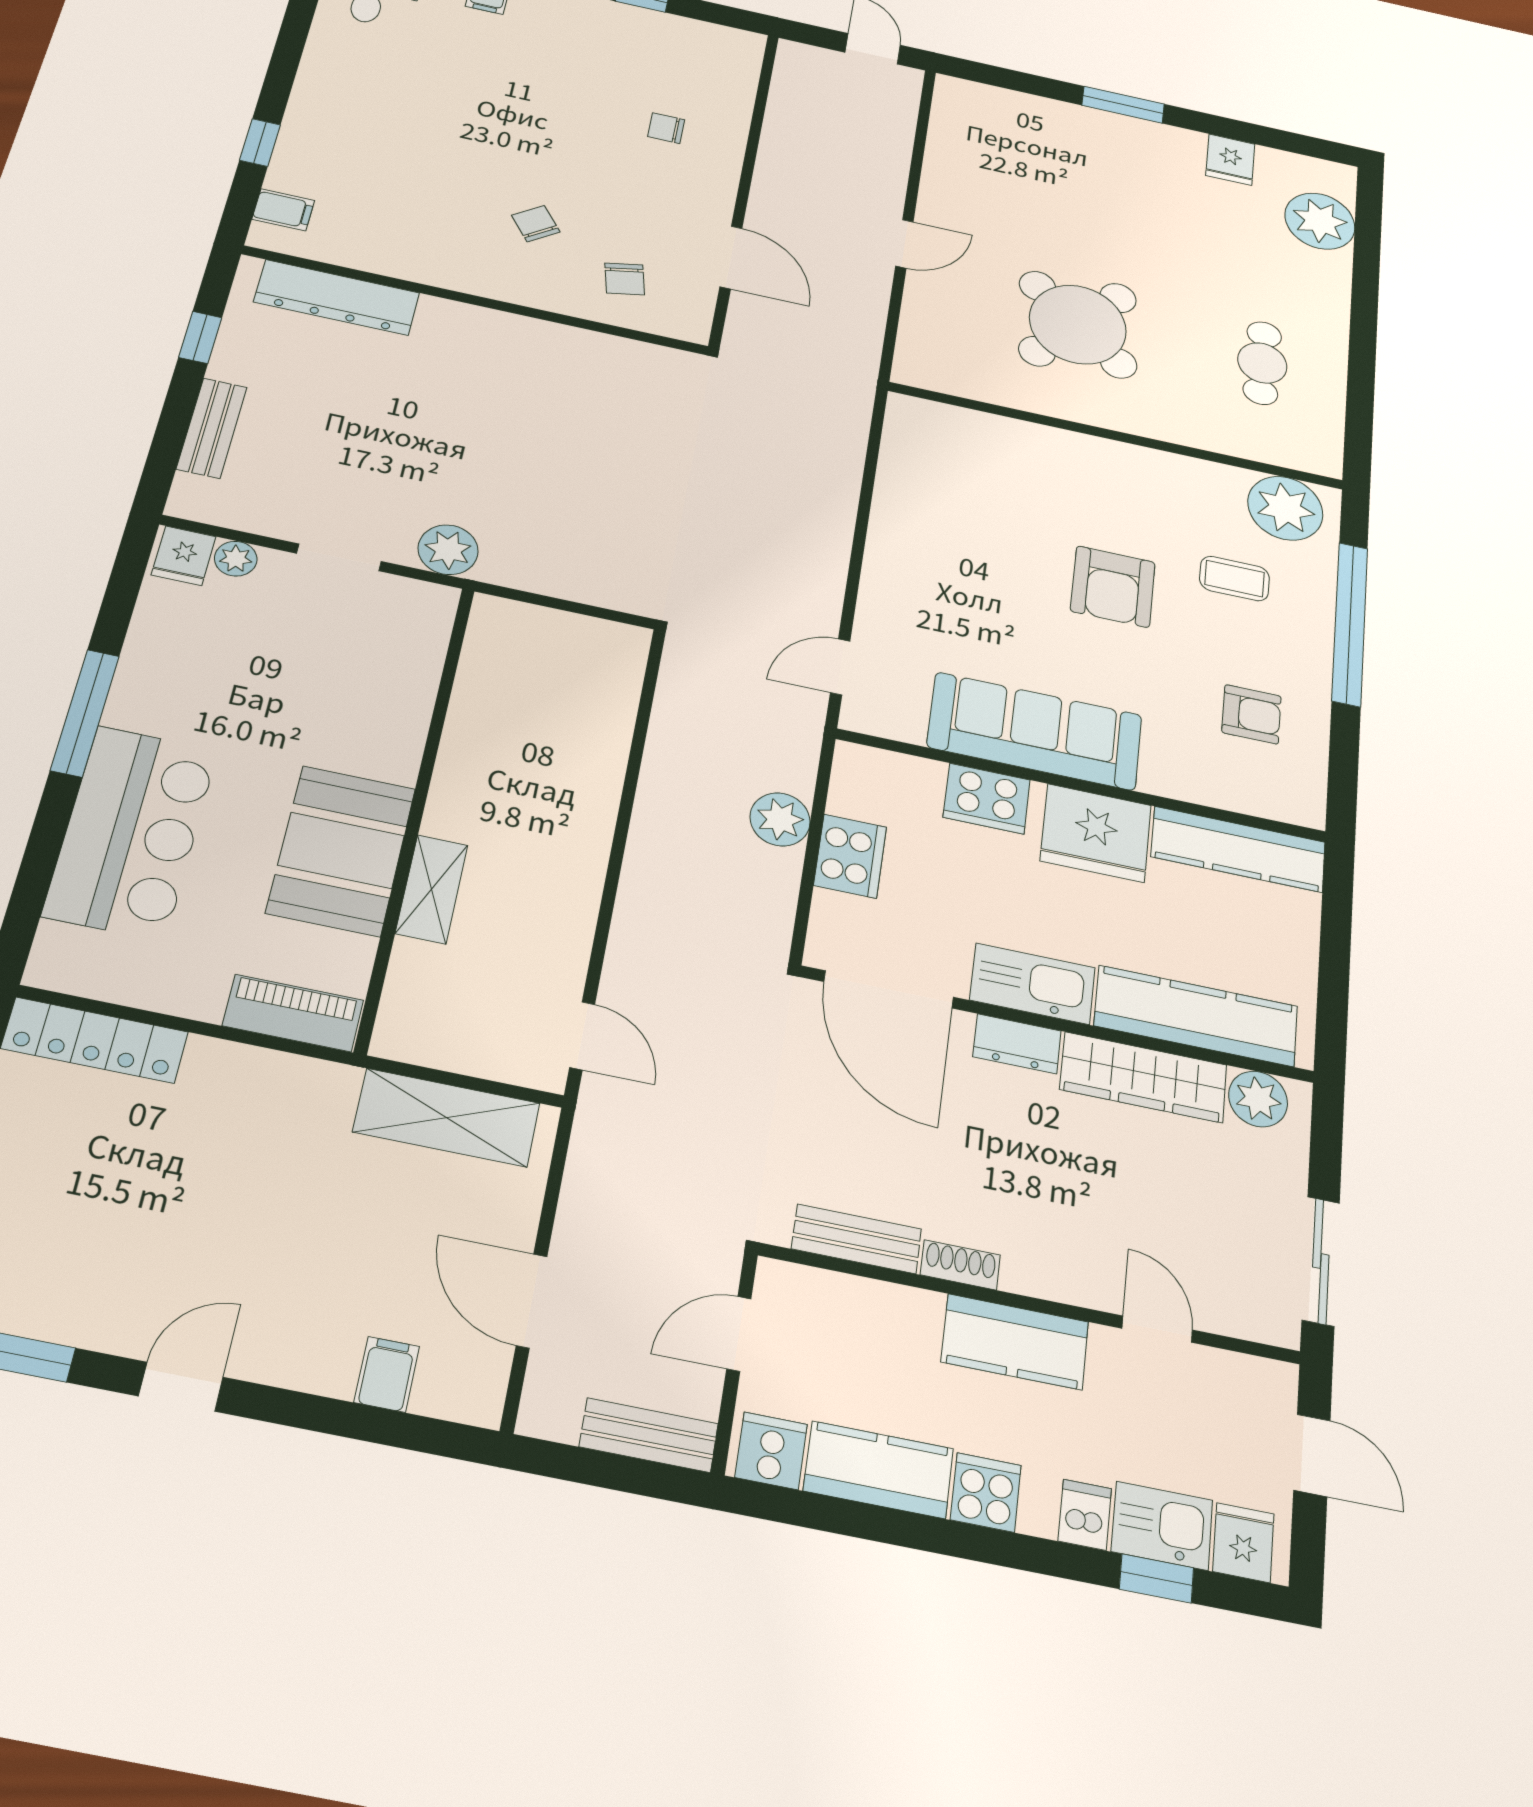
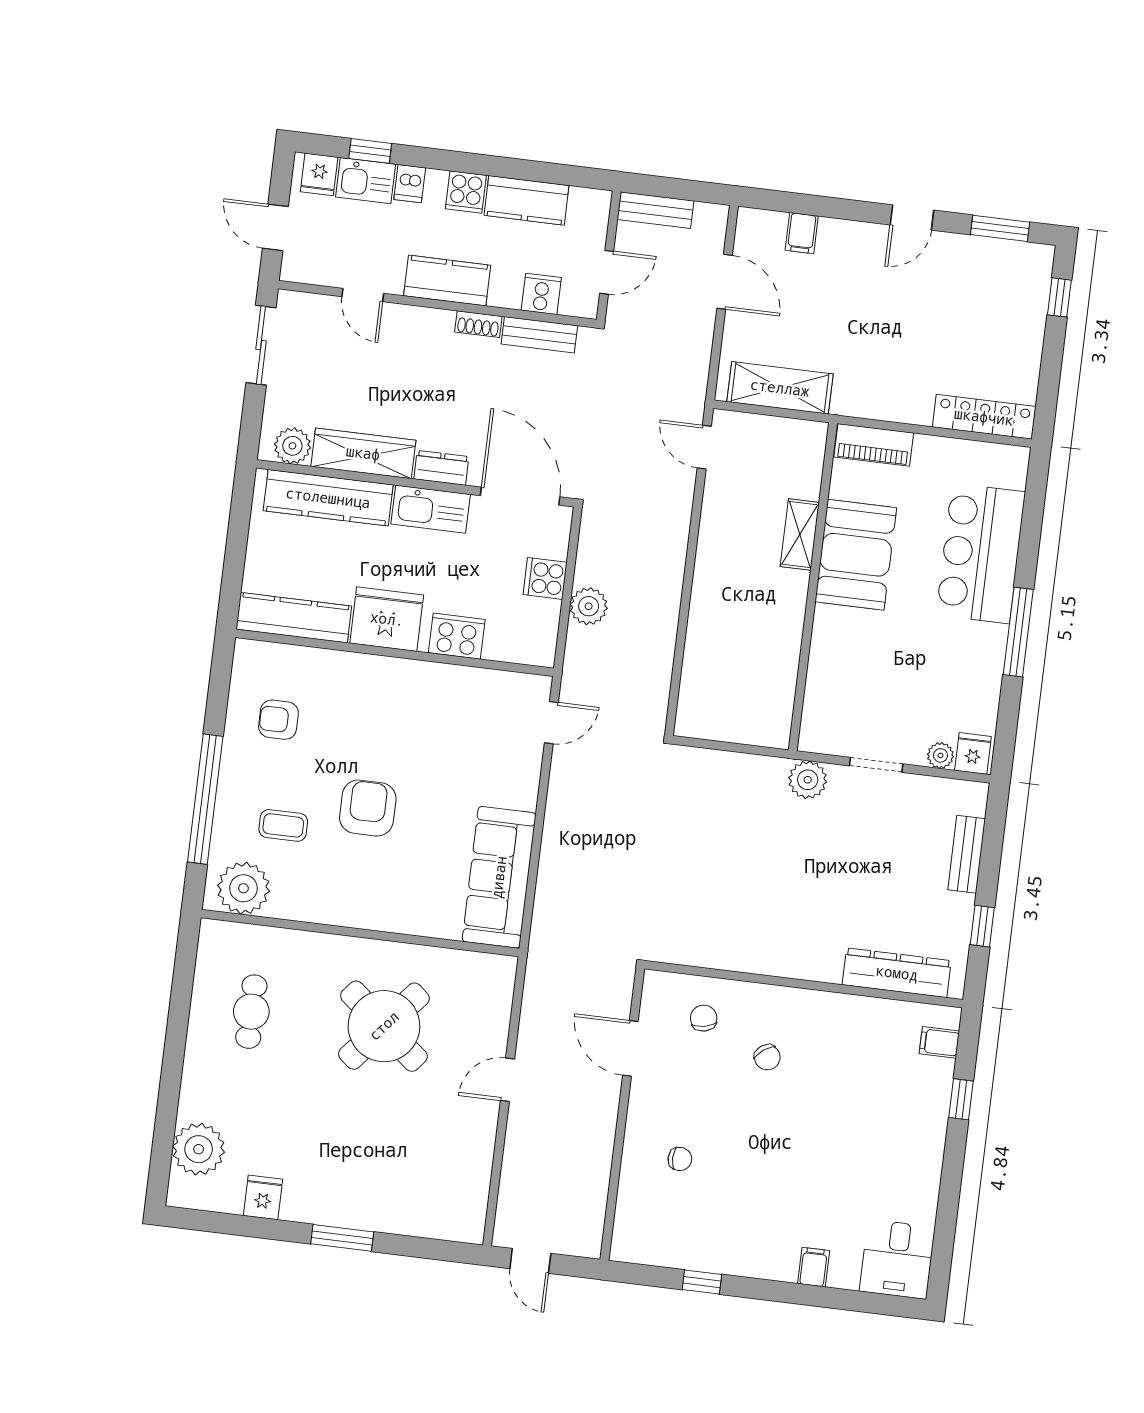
sofa: (1035, 731) -> (499, 877), moved, turned 90
cooker: (850, 856) -> (545, 578), width x0.73
cooker: (771, 1451) -> (541, 294), moved, turned 180

